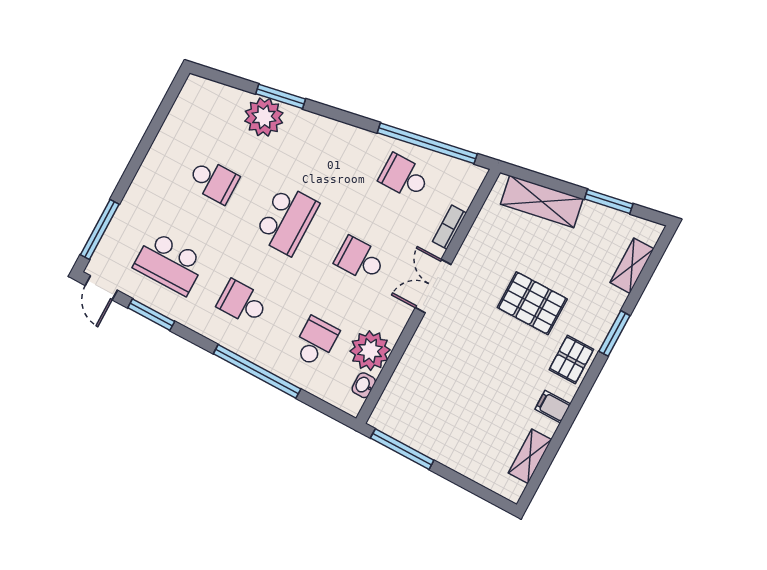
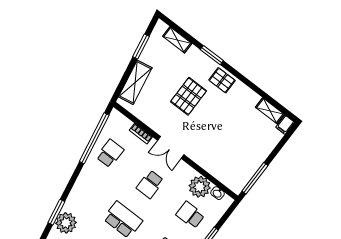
school desk: (404, 177) -> (110, 153), turned 180
filing cabinet: (553, 407) -> (285, 125), moved

